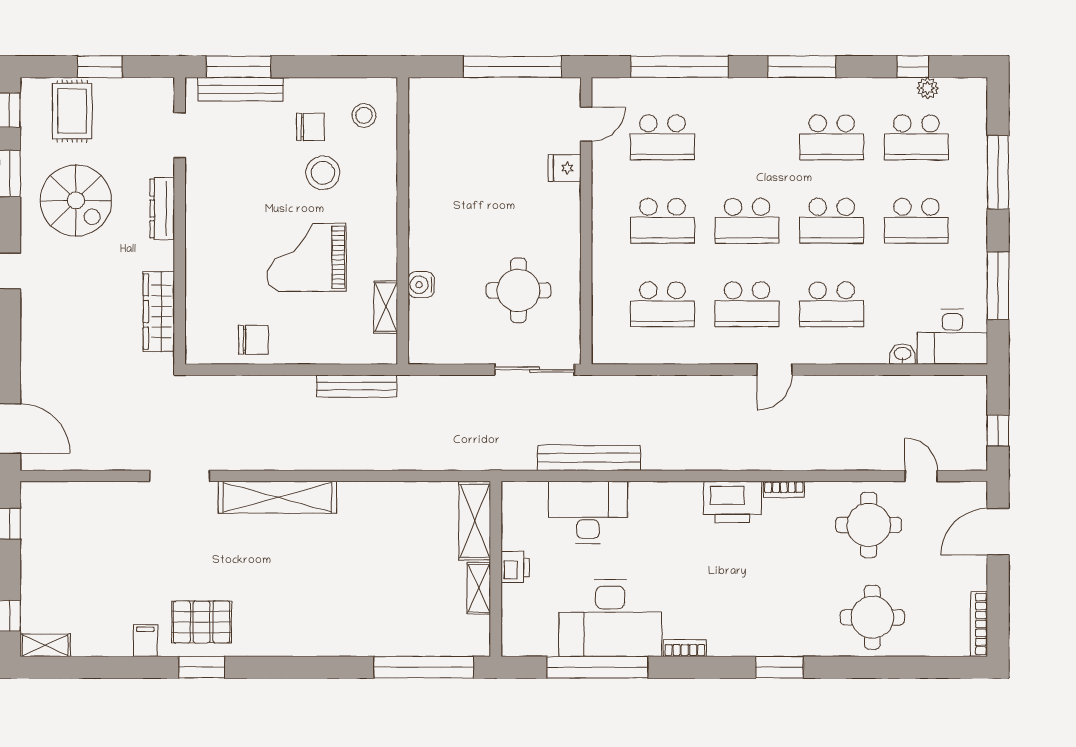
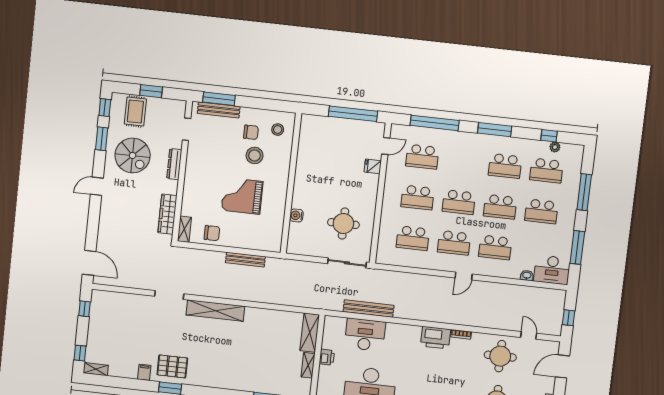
shelving: (386, 307) -> (184, 229), moved
bench: (357, 386) -> (245, 260), moved

